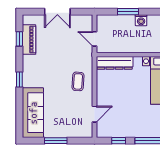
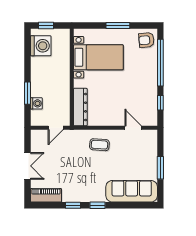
washing machine: (141, 20) -> (36, 103), moved
window: (19, 39) -> (73, 205), moved
piano: (29, 40) -> (46, 195), moved

